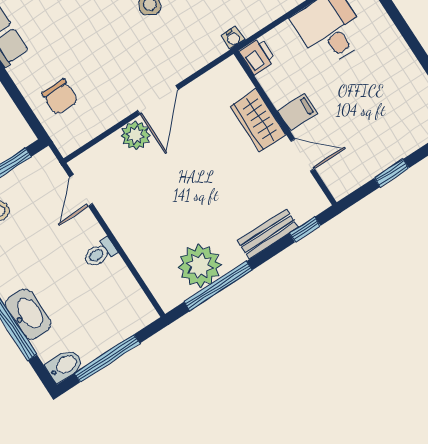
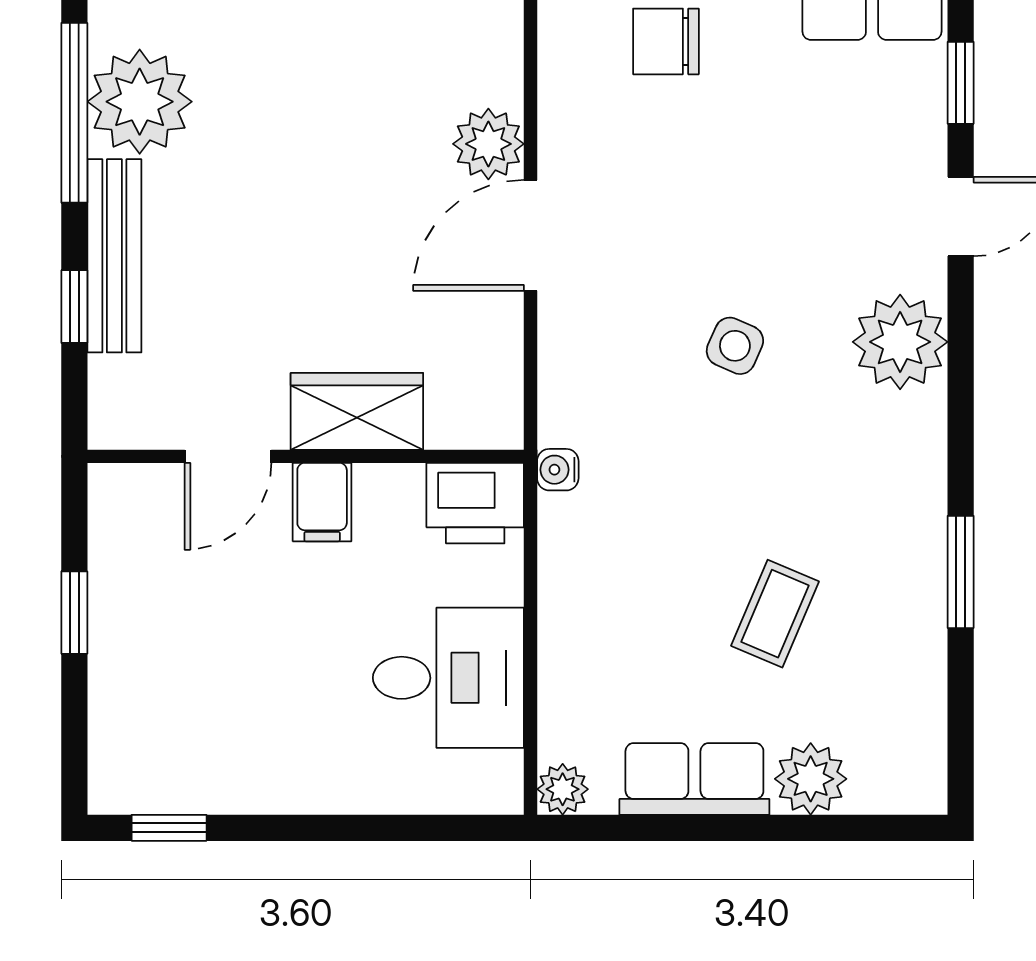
printer: (257, 56) -> (475, 503), width x1.36, depth x1.24
door: (158, 100) -> (530, 235), hinge flipped
window: (305, 229) -> (74, 307), moved
bench: (268, 234) -> (114, 256), width x1.36

